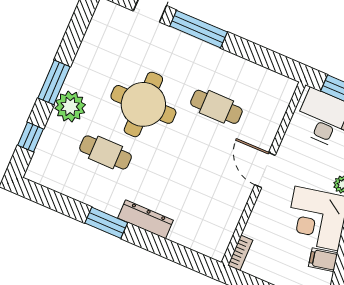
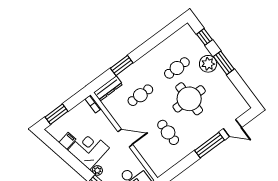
cafe table: (216, 107) -> (168, 132), turned 90
cafe table: (183, 186) -> (140, 95), added
dresser: (145, 219) -> (108, 88), moved
window: (106, 223) -> (122, 66), moved

